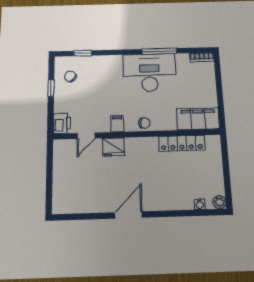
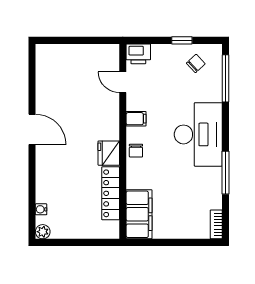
window: (83, 53) -> (225, 78), width x2.17
desk: (149, 72) -> (198, 134), moved
fridge: (113, 147) -> (109, 153), moved

